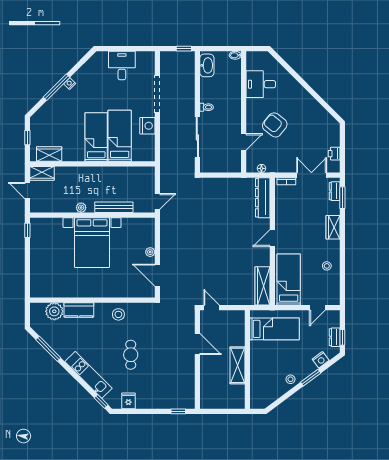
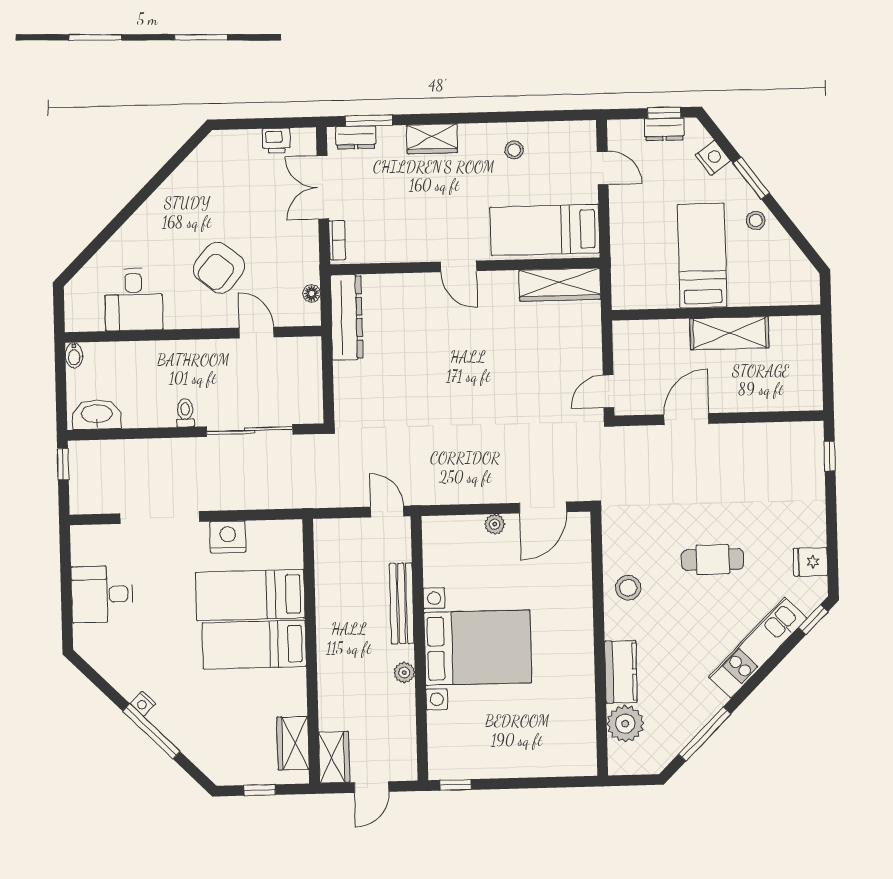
dresser: (263, 198) -> (347, 317), moved, turned -90
bed: (275, 329) -> (702, 256), moved

